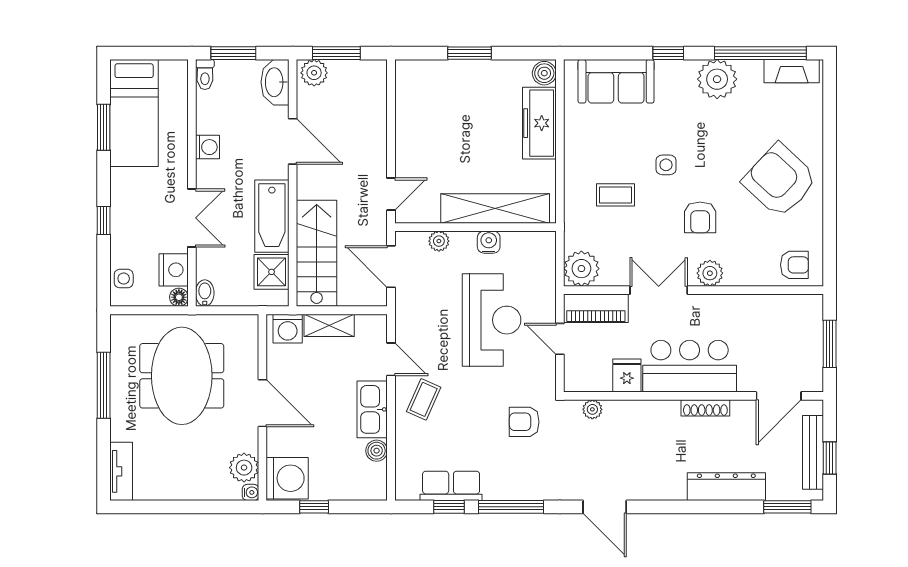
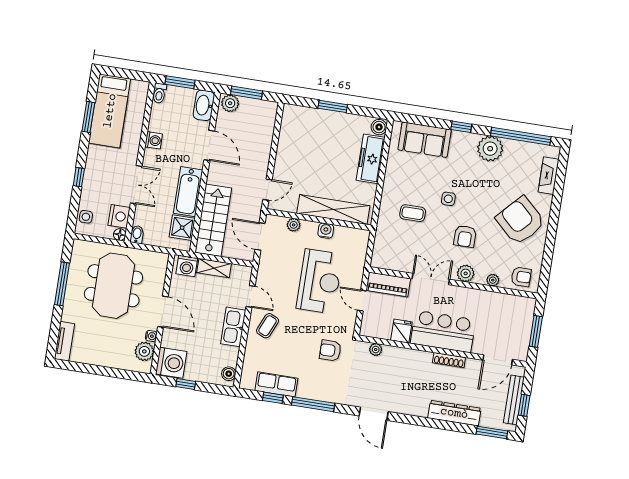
fireplace: (792, 71) -> (549, 176), moved, turned 90
plant: (581, 269) -> (493, 280), moved, width x0.53, depth x0.53
boiler: (377, 451) -> (229, 374), moved
water cooler: (251, 492) -> (151, 336), moved

